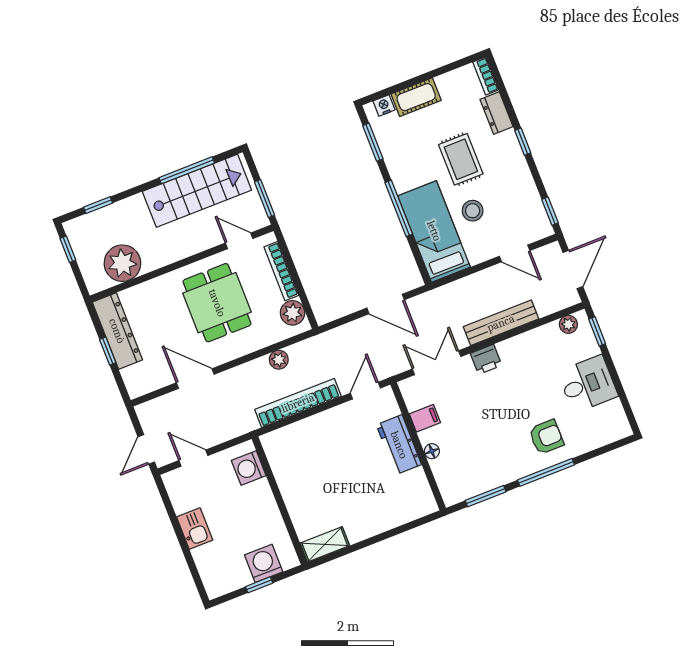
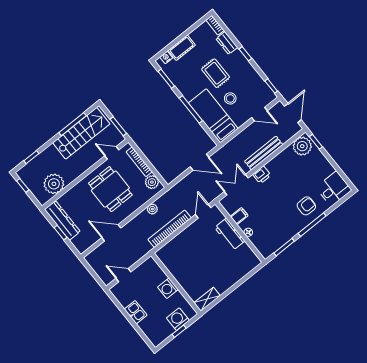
plant: (568, 324) -> (302, 146), width x1.88, depth x1.88
desk: (588, 384) -> (334, 189), moved
door: (146, 449) -> (97, 278), removed
washing machine: (249, 468) -> (168, 288), moved

